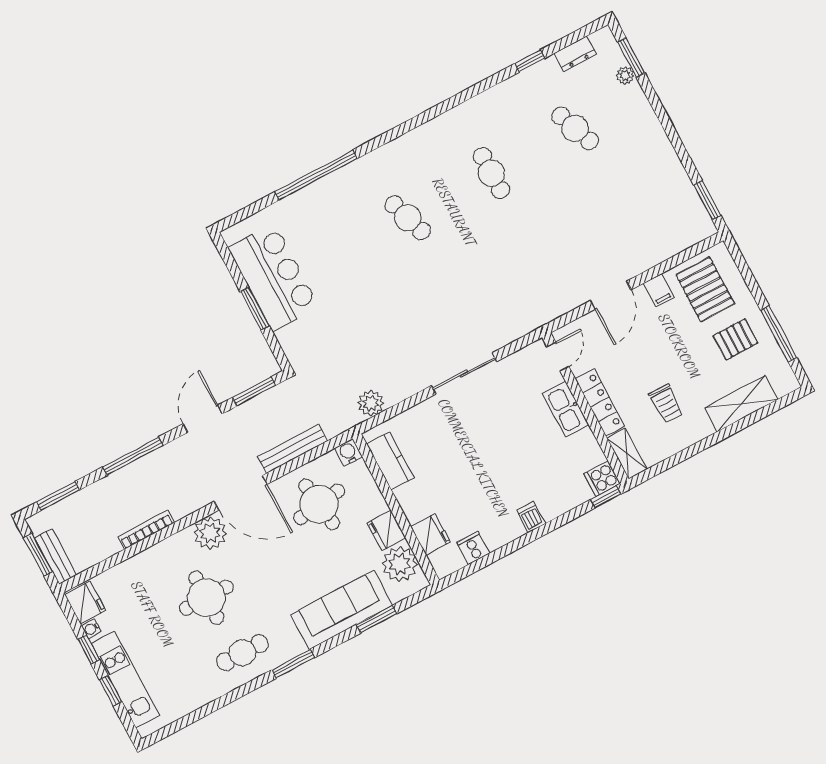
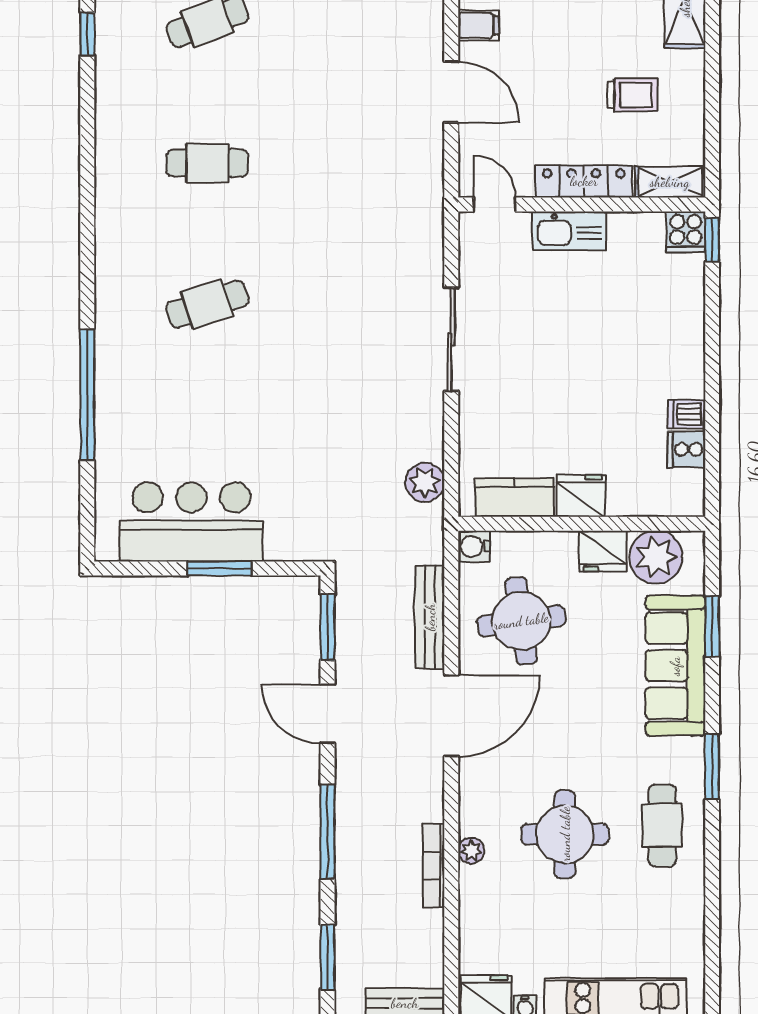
dishwasher: (531, 517) -> (687, 414), moved
plant: (210, 533) -> (471, 851), moved, width x0.53, depth x0.53
fridge: (431, 534) -> (581, 496), moved

